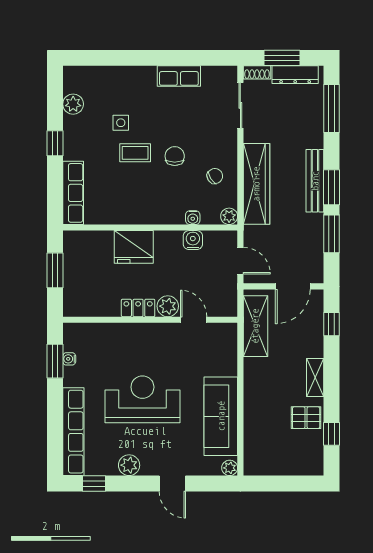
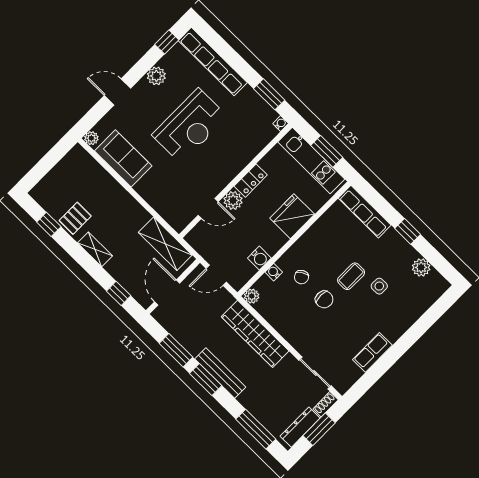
chair: (215, 176) -> (301, 277), moved
kitchen unit: (75, 275) -> (311, 161), added
water cooler: (69, 359) -> (281, 124), moved
sofa: (221, 416) -> (123, 158), width x0.73

